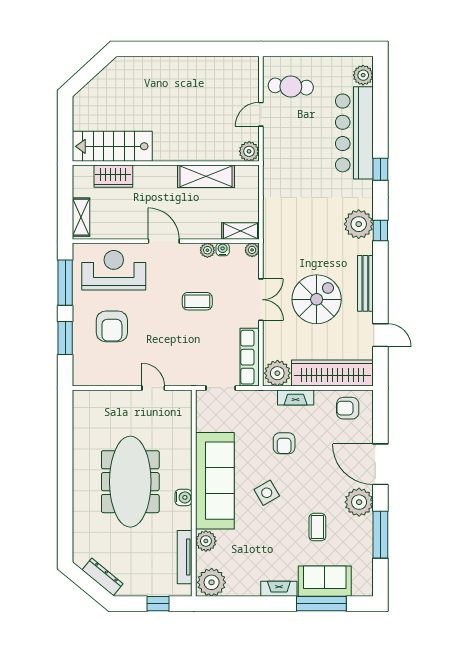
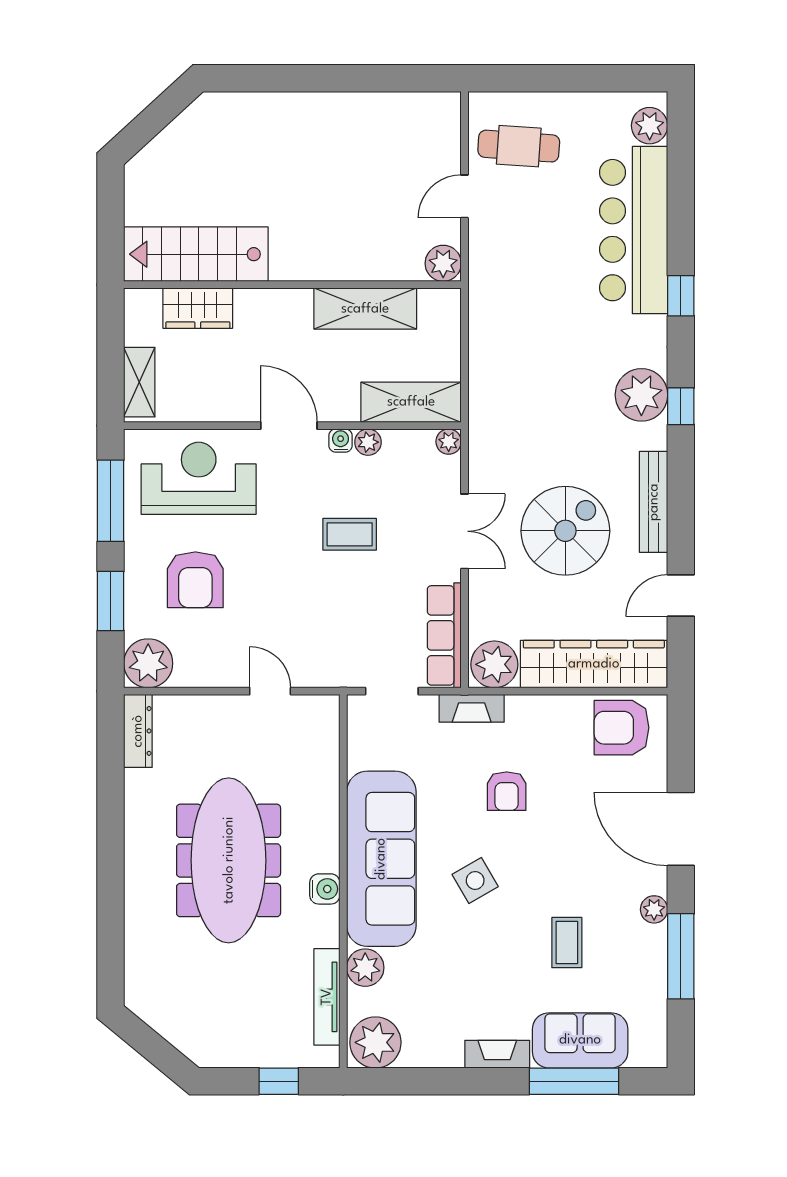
shelving: (240, 231) -> (411, 402), width x1.50, depth x1.33
water cooler: (223, 249) -> (341, 441), moved
door: (380, 335) -> (681, 596), swing flipped
plant: (86, 373) -> (148, 663), added
fireplace: (296, 397) -> (472, 708), moved
armchair: (348, 408) -> (621, 728), width x1.38, depth x1.38
plant: (359, 502) -> (654, 909), width x0.53, depth x0.53
dresser: (103, 577) -> (138, 731), moved, turned 50

